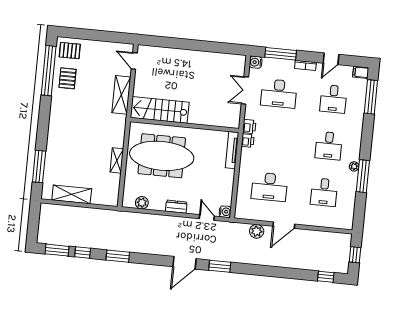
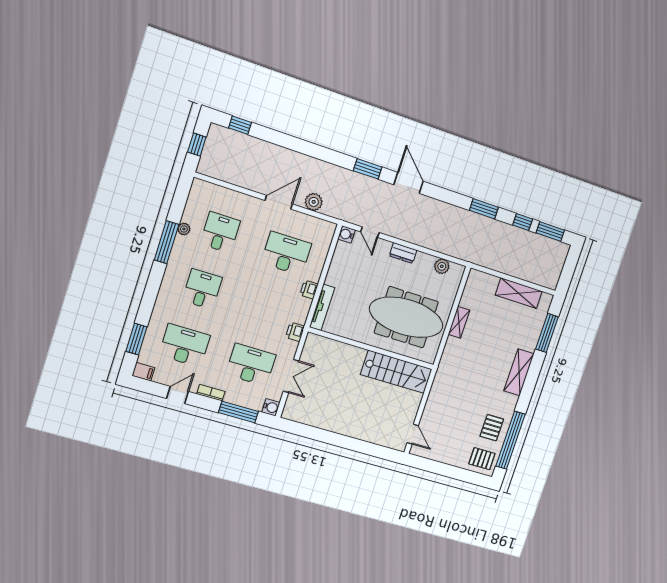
shelving: (121, 95) -> (519, 372), moved
window: (371, 97) -> (136, 339), width x0.69
desk: (333, 99) -> (185, 345), width x1.37
printer: (248, 141) -> (309, 290), moved
plant: (354, 166) -> (184, 229), moved
door: (185, 263) -> (409, 183), hinge flipped

